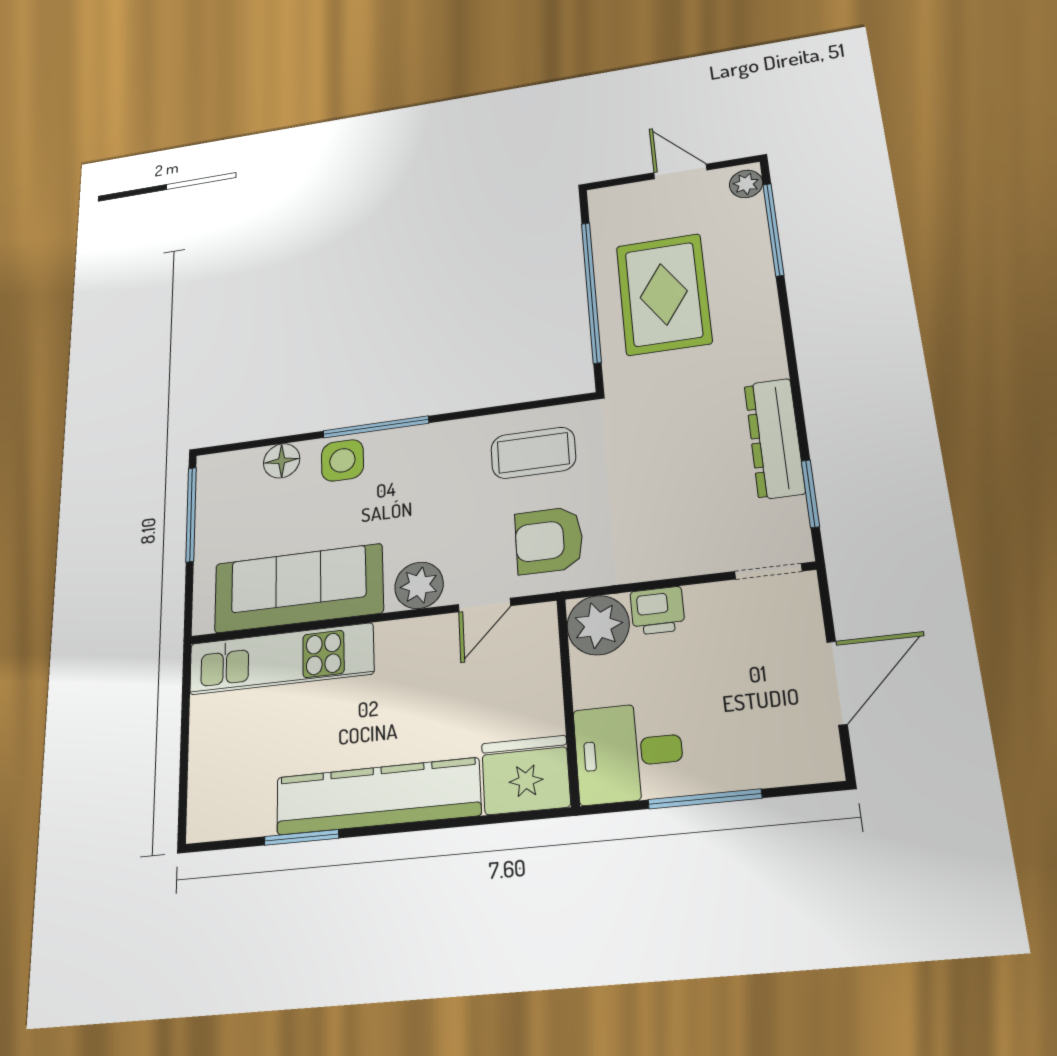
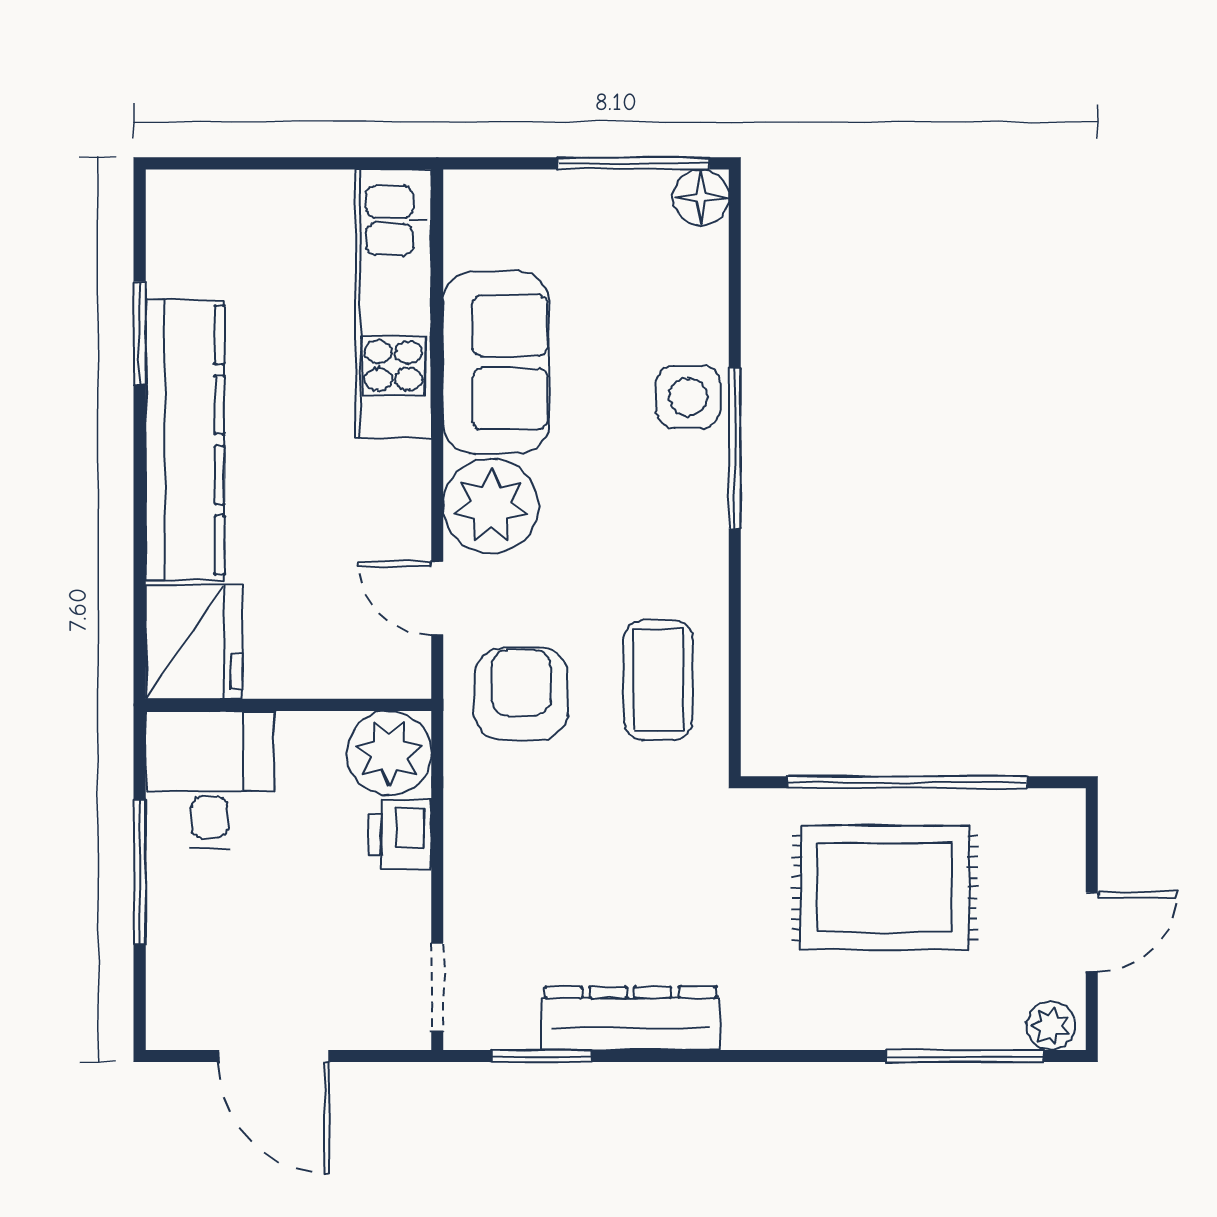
floor lamp: (282, 461) -> (701, 197), moved
plant: (419, 585) -> (491, 506), width x1.36, depth x1.36
sofa: (298, 588) -> (496, 362), width x0.73

